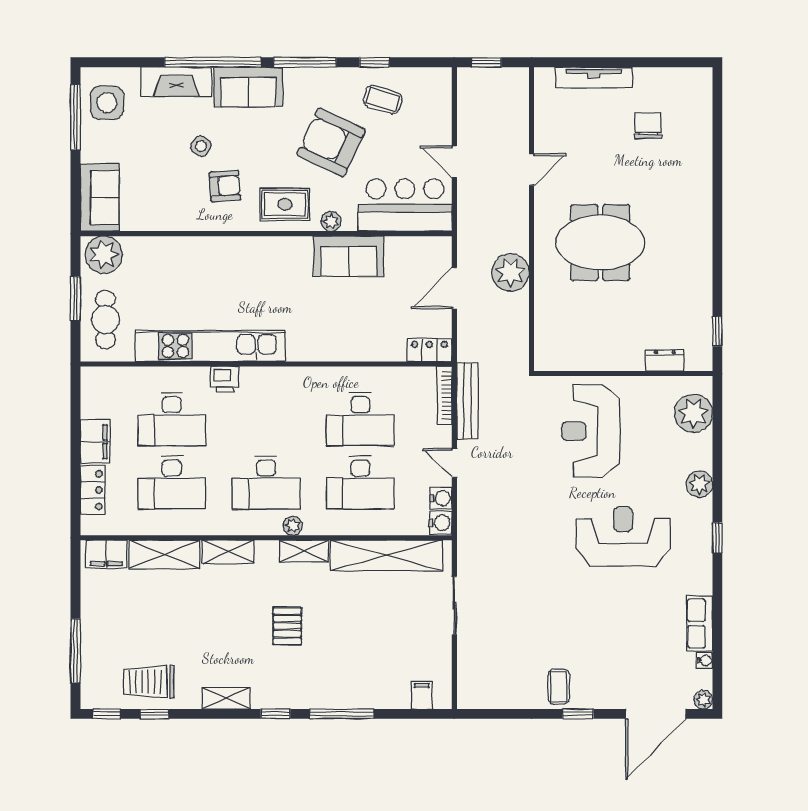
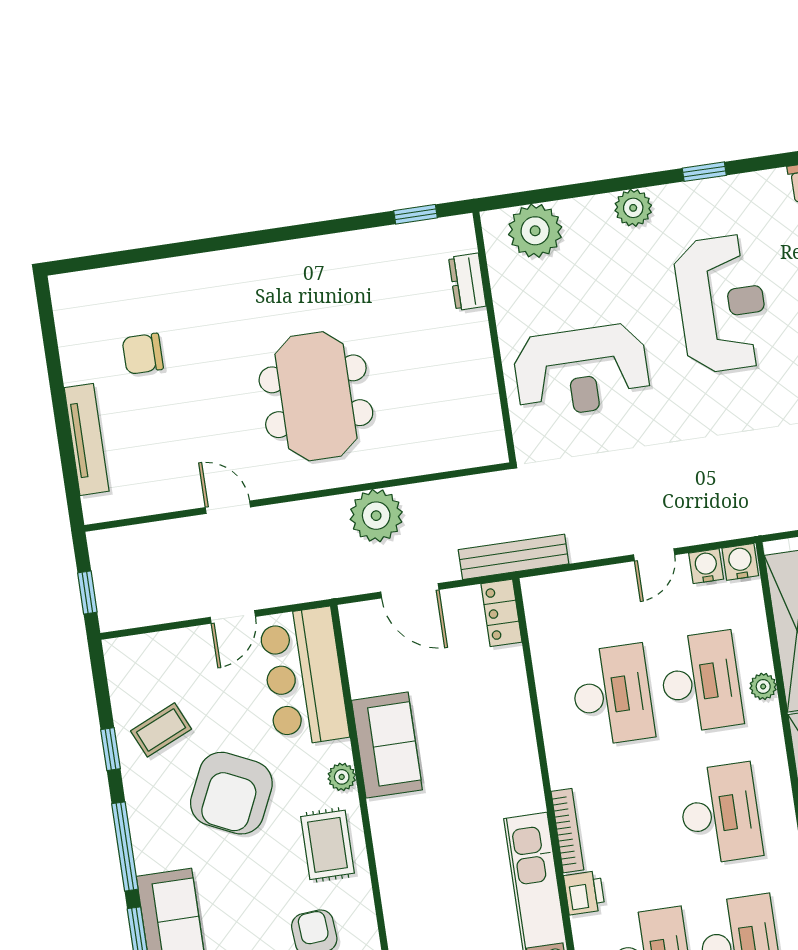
coffee table: (383, 100) -> (161, 730), turned 49
bookcase: (444, 395) -> (567, 831), moved, turned -90
bench: (467, 401) -> (514, 557), moved
plant: (293, 526) -> (763, 686), moved
reception desk: (623, 536) -> (722, 304), turned 180

